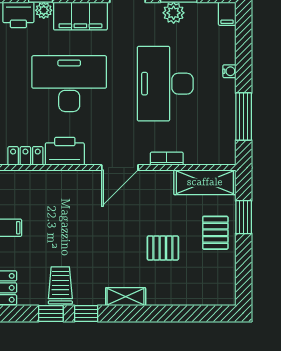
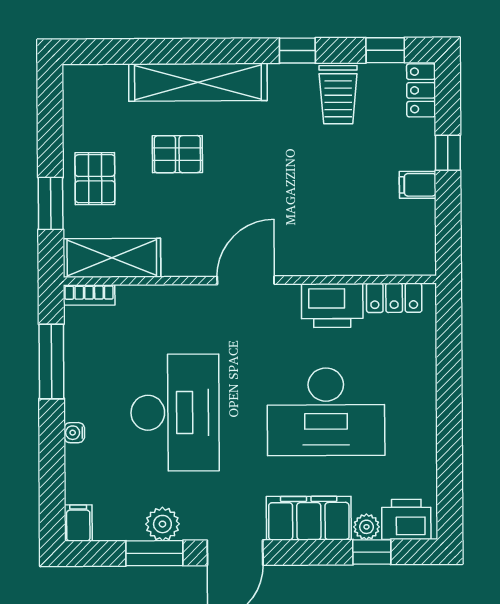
bookcase: (167, 159) -> (89, 295), moved
shelving: (126, 297) -> (198, 82), width x2.20, depth x1.33
window: (51, 313) -> (385, 50), moved

